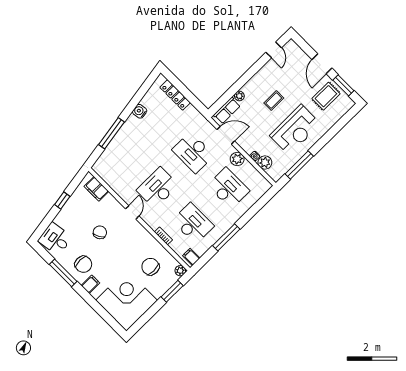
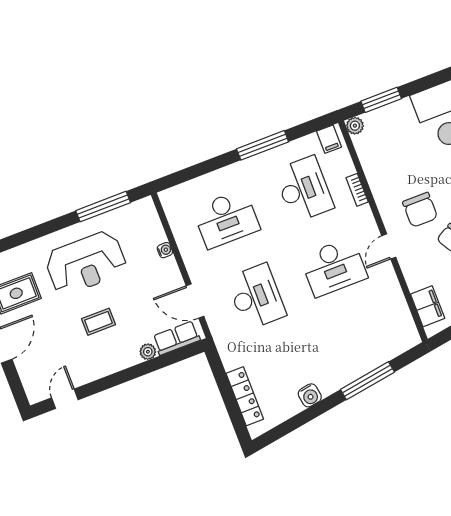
reception desk: (295, 130) -> (86, 263), turned 180
plant: (237, 159) -> (194, 257), removed
plant: (265, 163) -> (154, 233), removed
desk: (228, 188) -> (226, 219), turned -90
desk: (193, 223) -> (304, 189), turned 180
chair: (150, 267) -> (420, 210), moved

